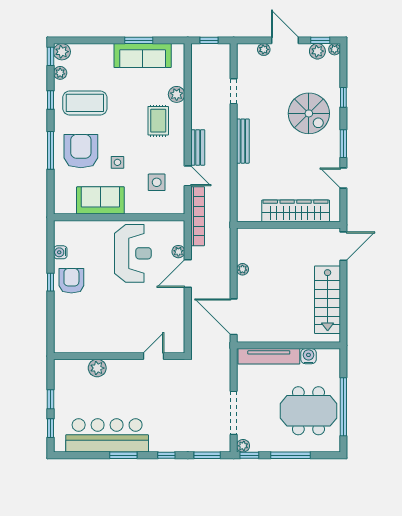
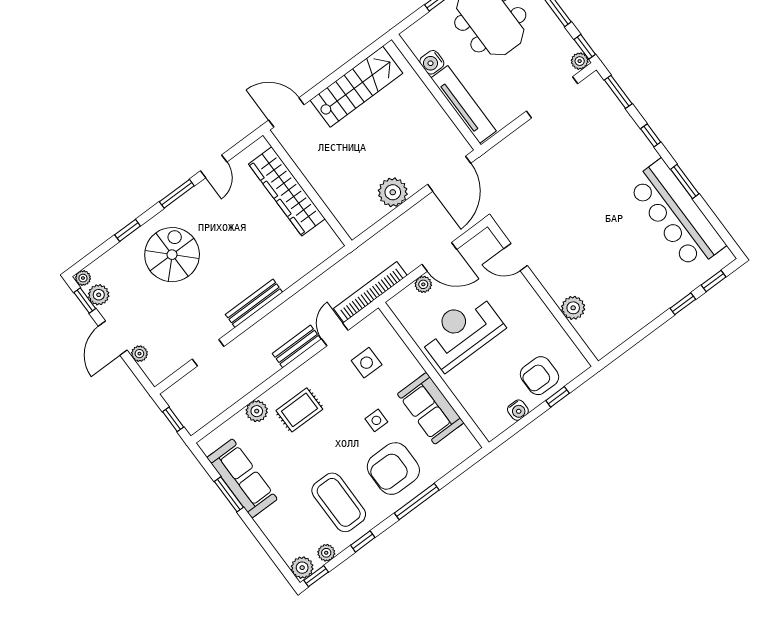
plant: (242, 269) -> (393, 192), width x1.87, depth x1.87
wall: (119, 356) -> (543, 294), moved
door: (154, 356) -> (516, 257), moved
plant: (97, 368) -> (573, 308), moved

